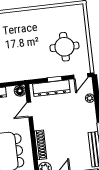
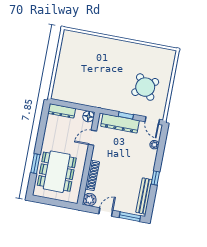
round table: (64, 47) -> (145, 87), turned -38
door: (81, 76) -> (152, 120), hinge flipped

